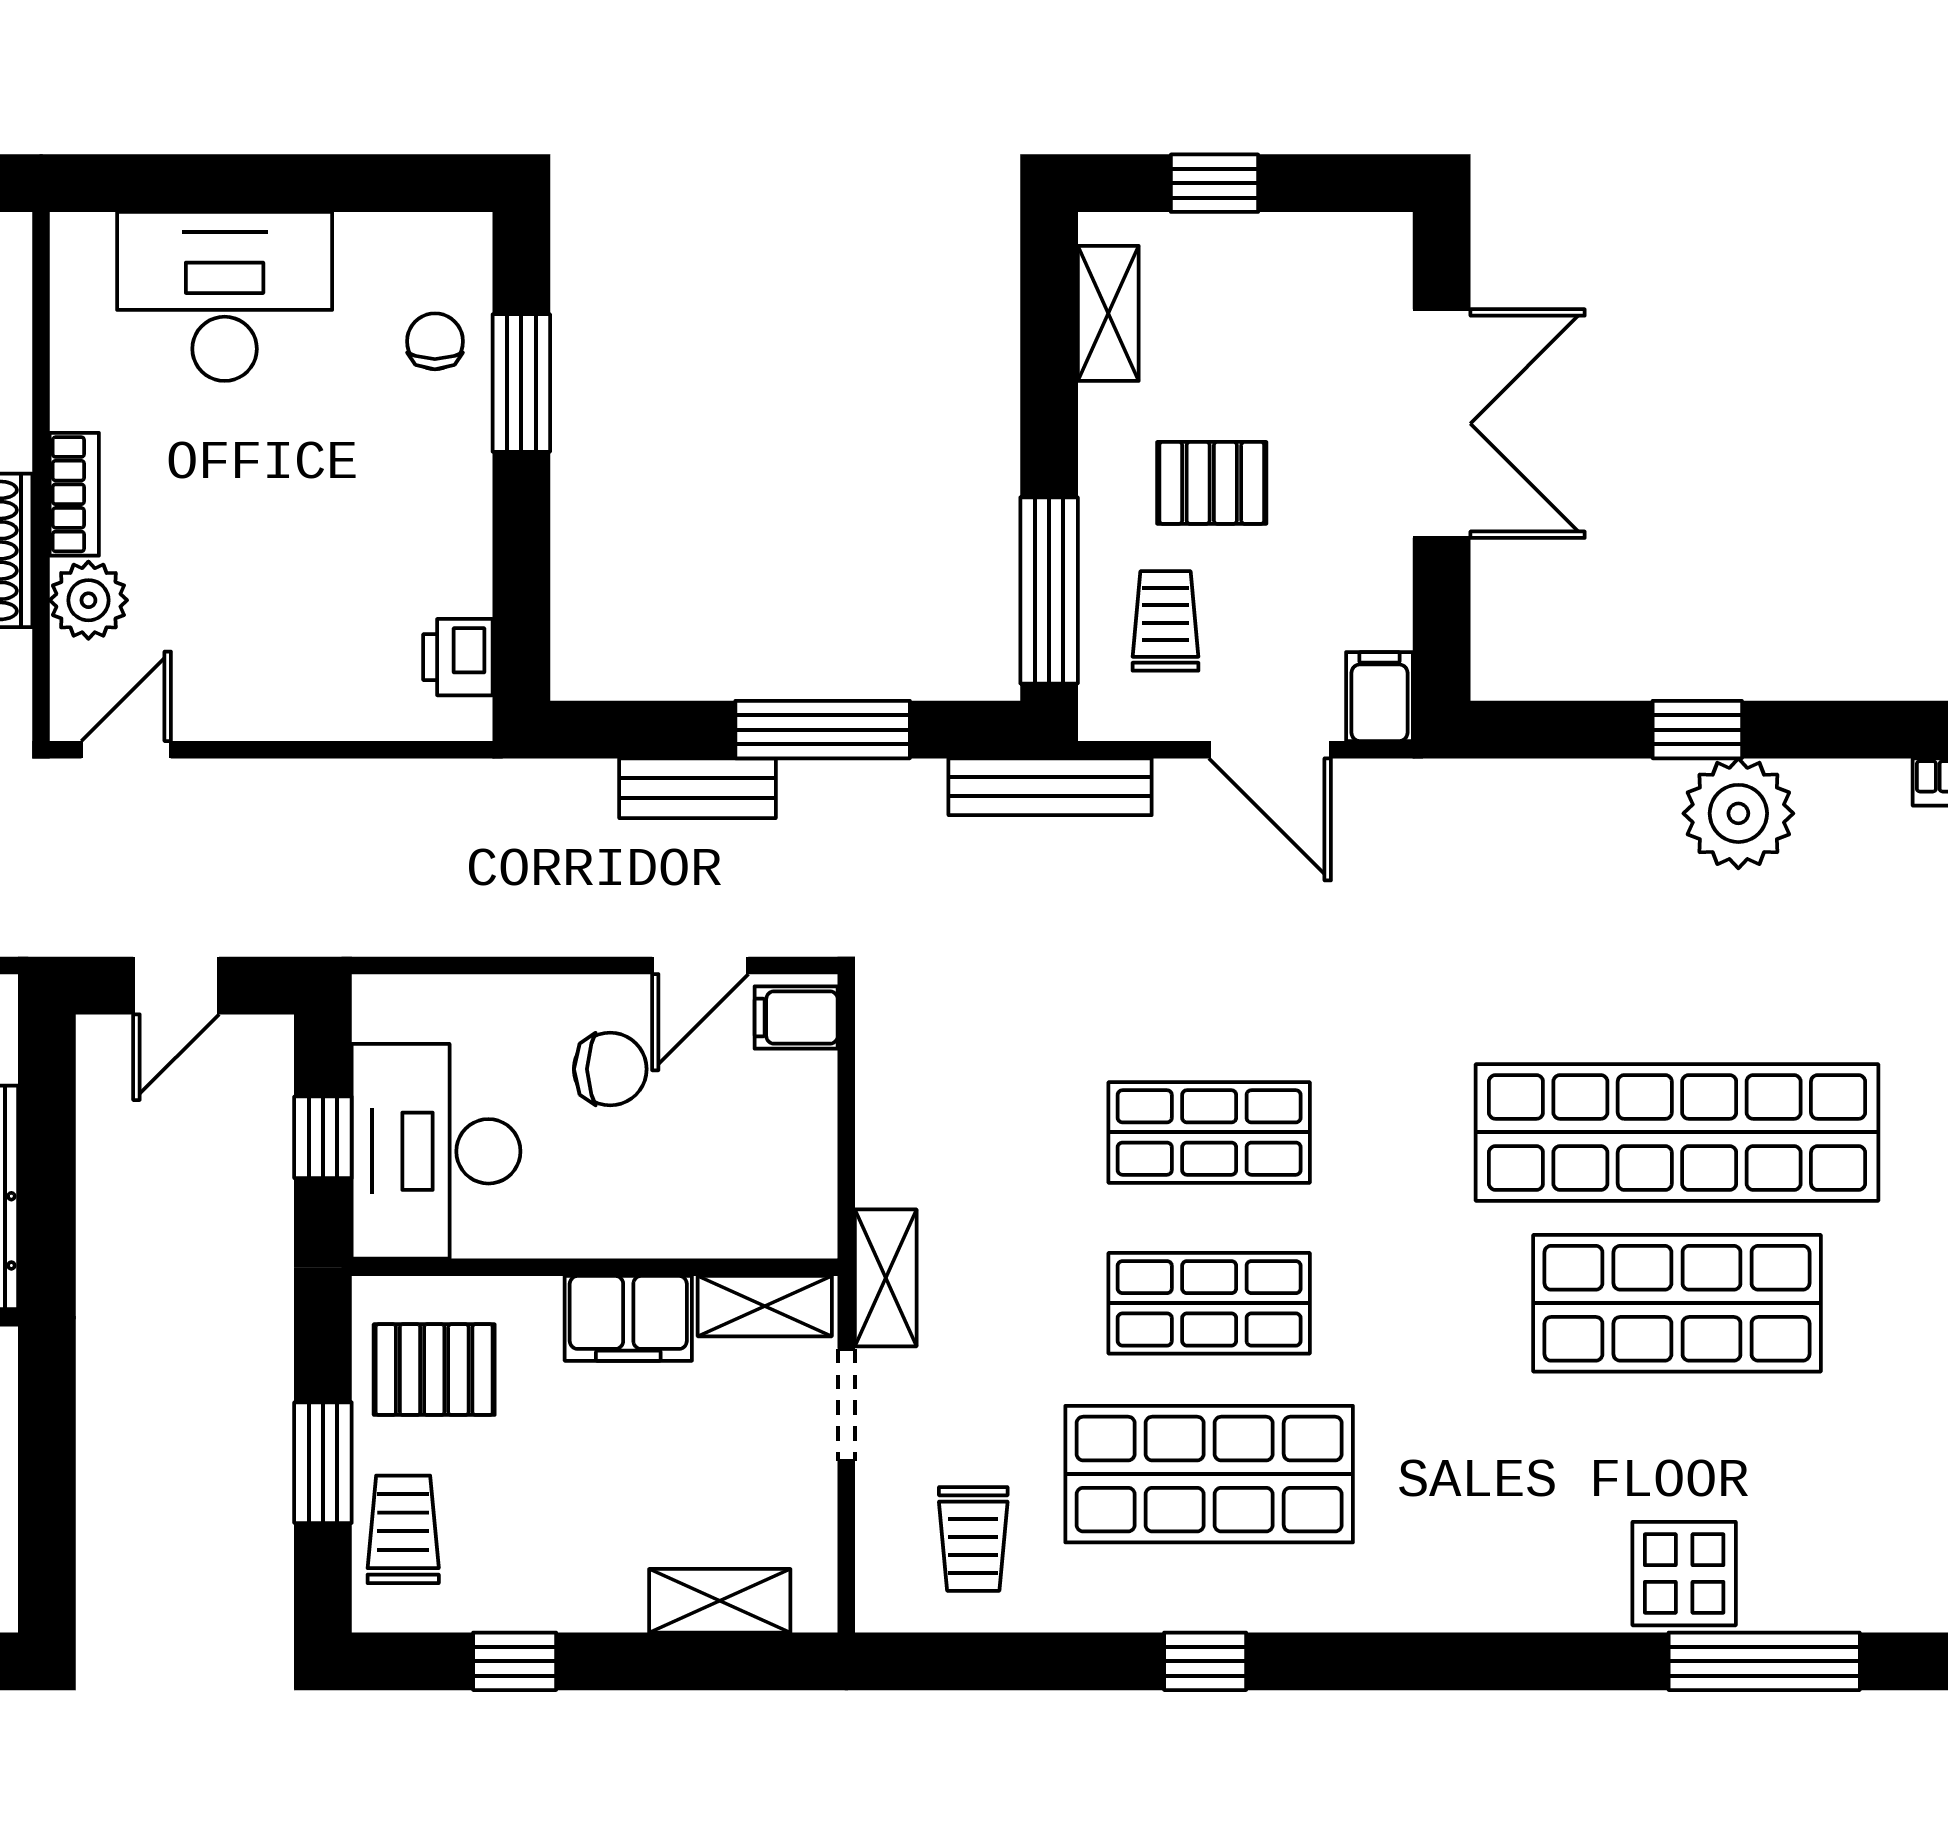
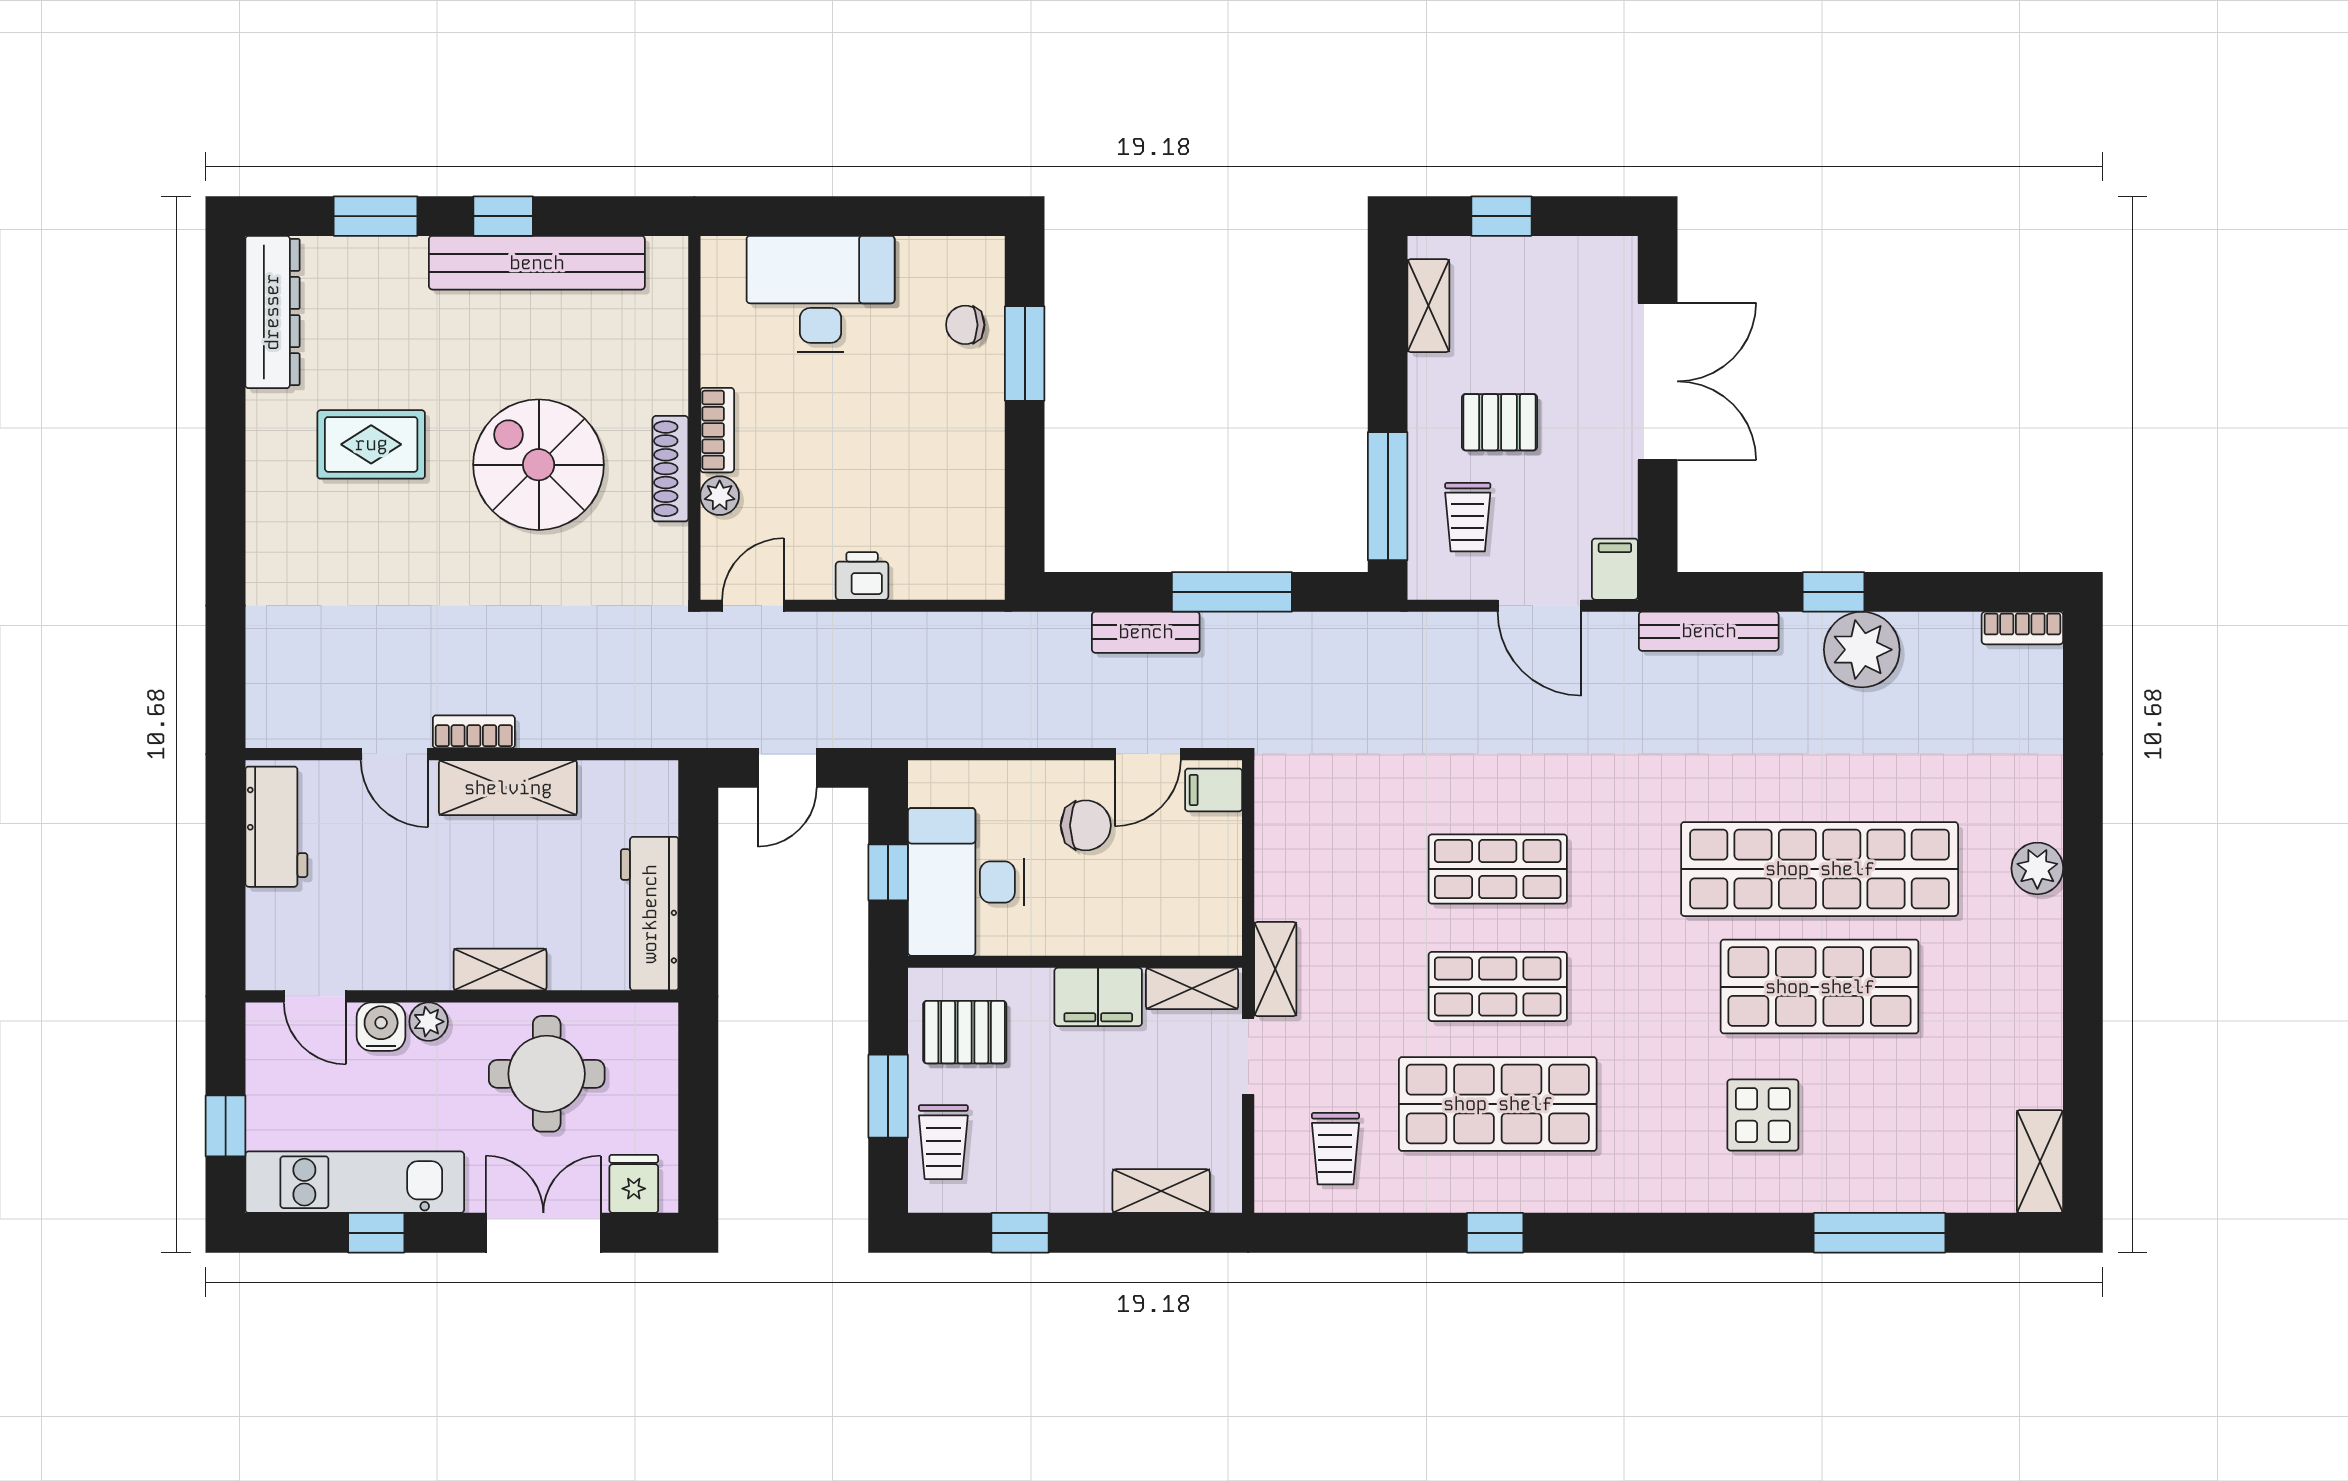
chair: (435, 341) -> (965, 325), turned -90
plant: (88, 600) -> (720, 496), width x0.73, depth x0.73
trolley: (1166, 621) -> (1468, 517), turned 180
printer: (458, 657) -> (862, 576), moved, turned 90
bench: (1050, 787) -> (1709, 631), moved
trolley: (403, 1529) -> (943, 1142), turned 180
display table: (1684, 1574) -> (1763, 1115), moved

